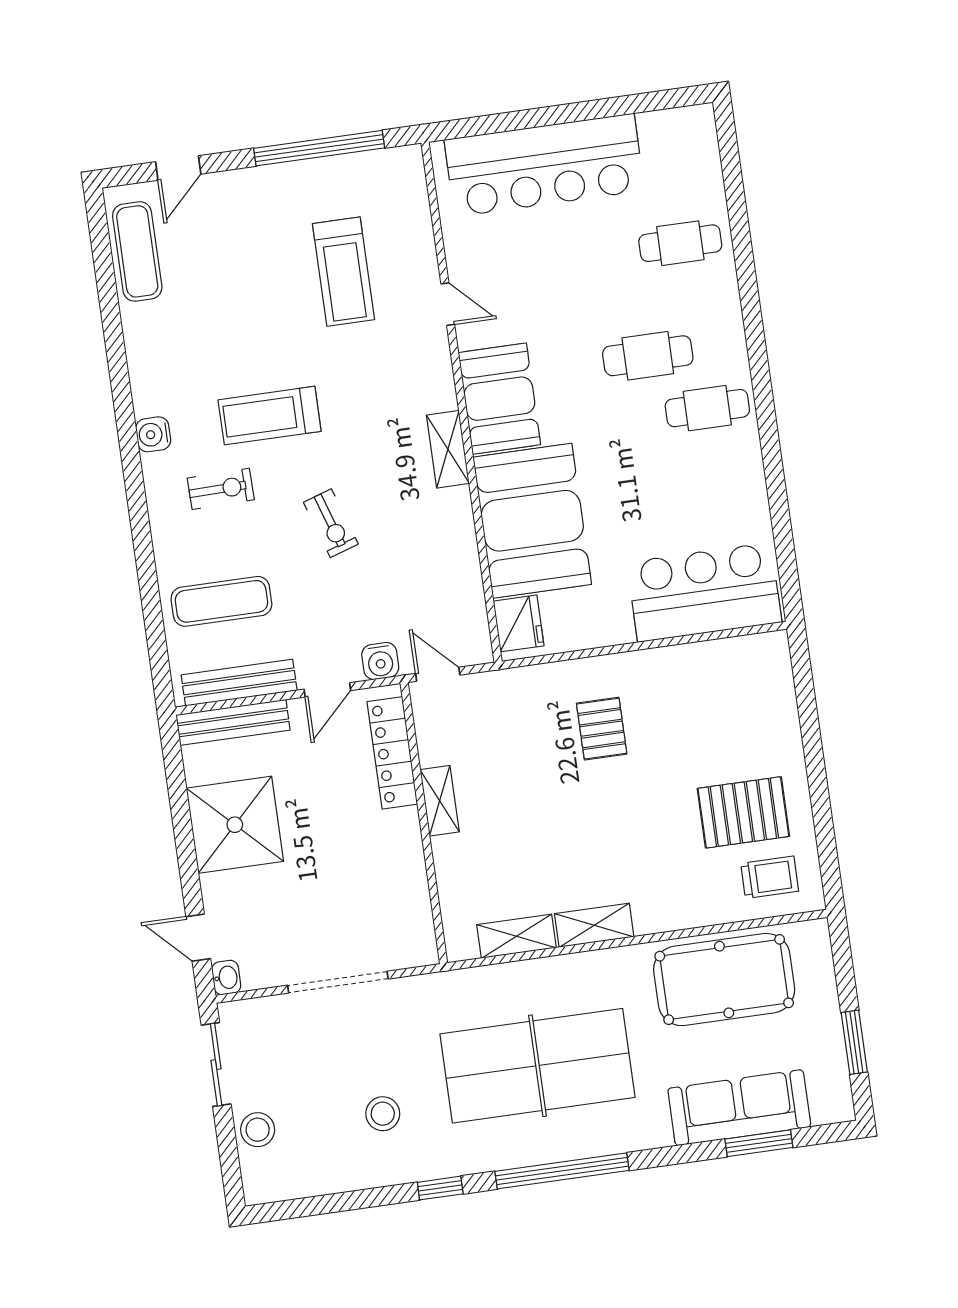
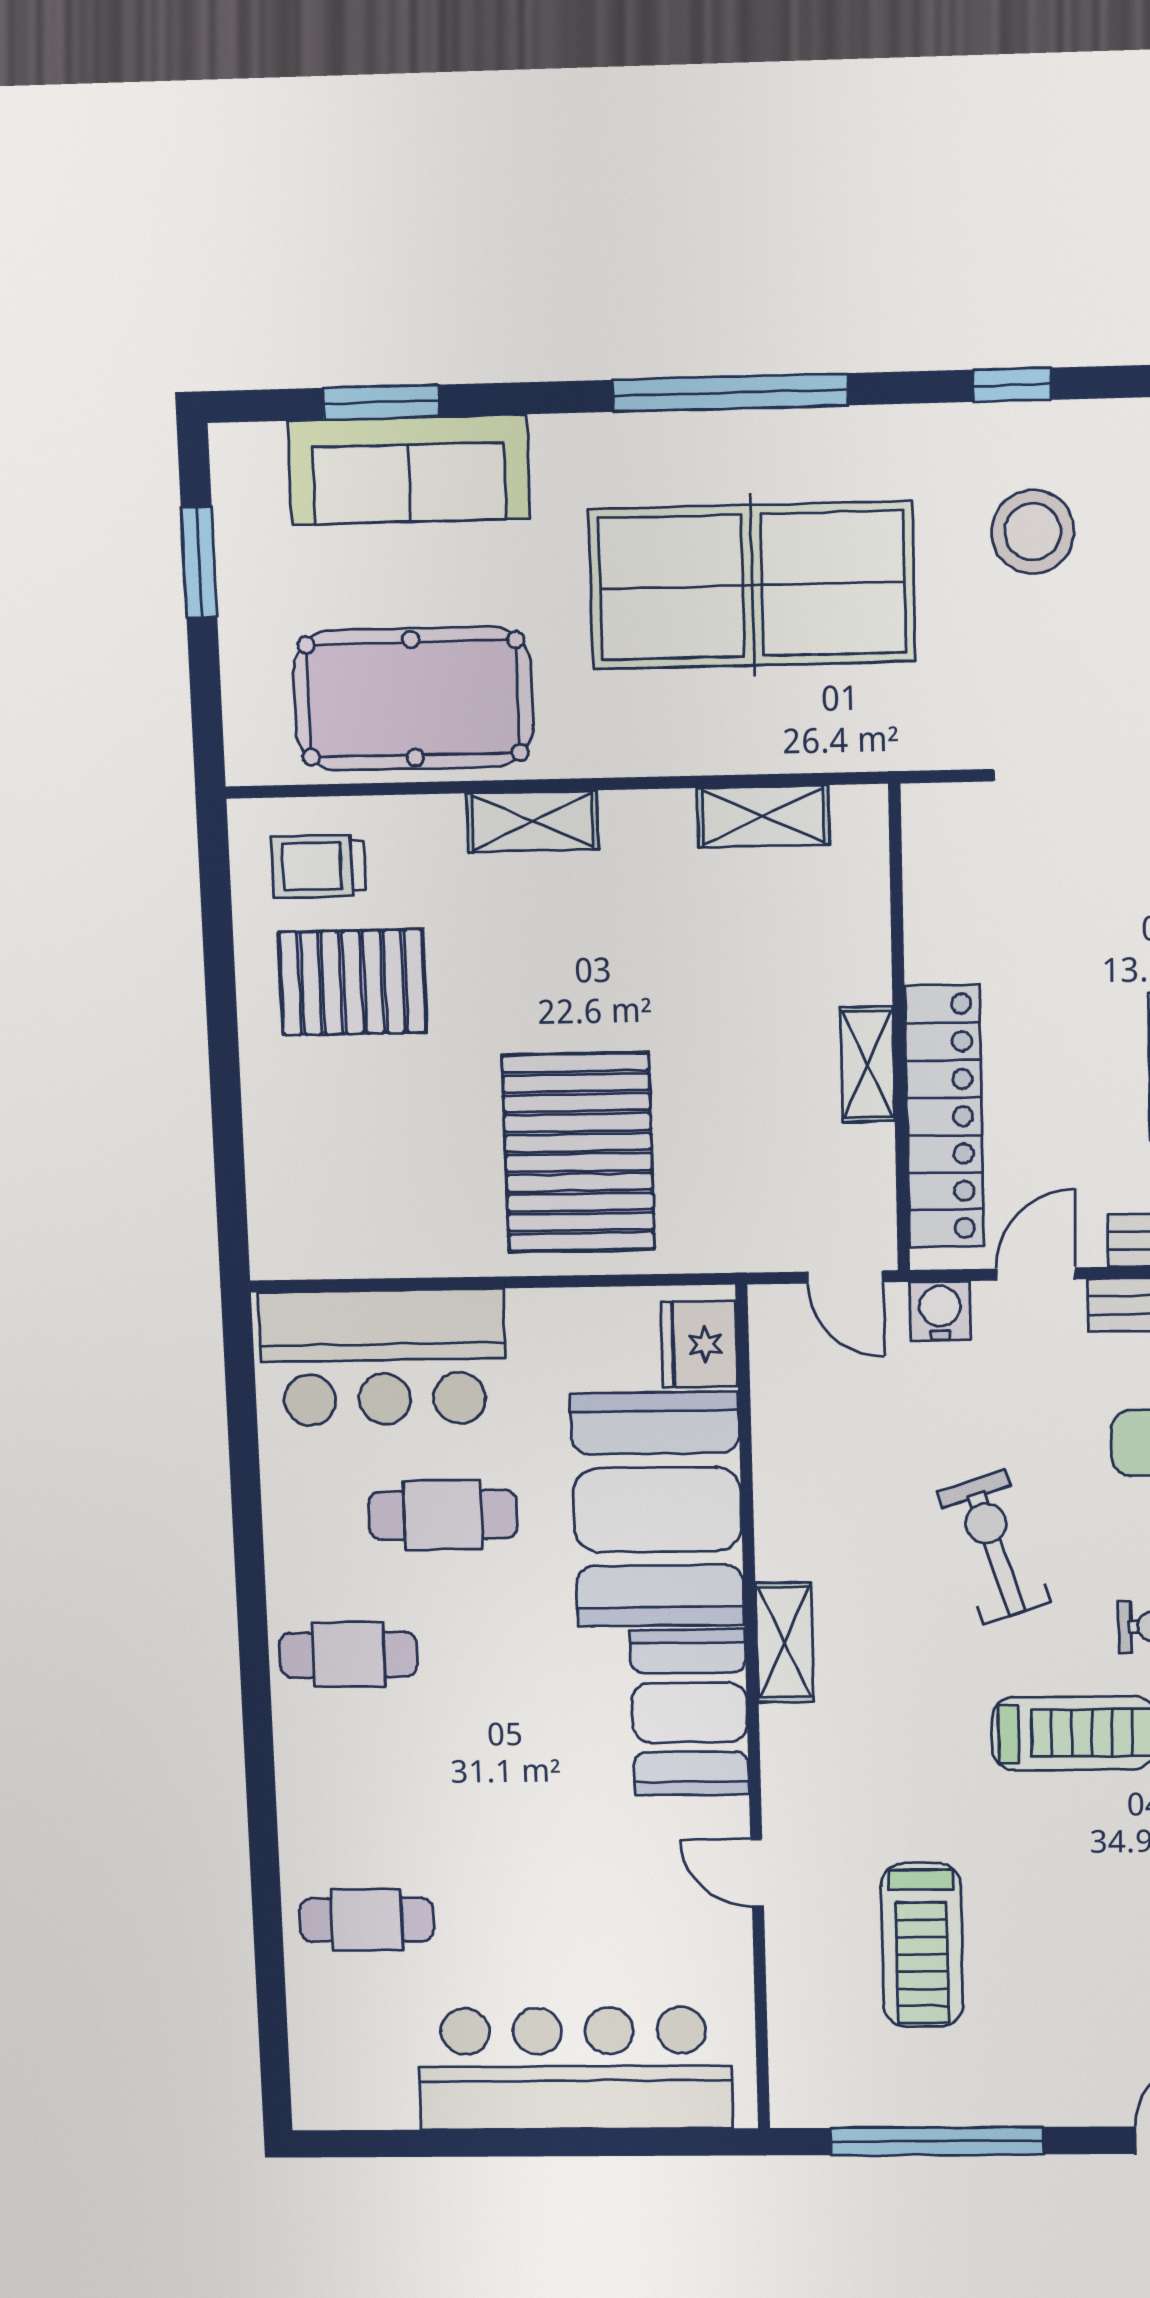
treadmill: (343, 272) -> (922, 1945), turned 180
cafe table: (648, 356) -> (443, 1515), moved
exercise bike: (331, 523) -> (994, 1547), width x1.38, depth x1.39
pallet: (602, 729) -> (578, 1153), width x2.05, depth x2.00
locker: (392, 753) -> (944, 1117), width x1.41, depth x1.21
shelving: (594, 925) -> (532, 821), moved
stool: (383, 1114) -> (1033, 532), width x1.38, depth x1.38
window: (440, 1188) -> (1012, 385), moved

